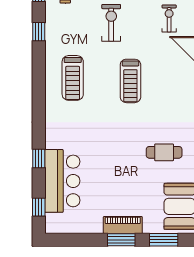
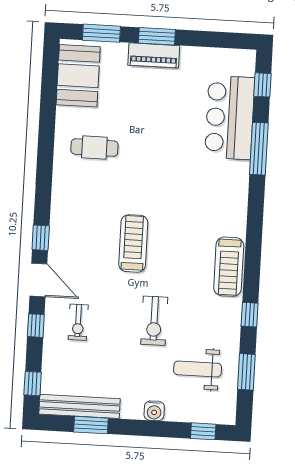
treadmill: (73, 78) -> (229, 267), moved, turned 180
window: (39, 158) -> (259, 149), width x2.17

